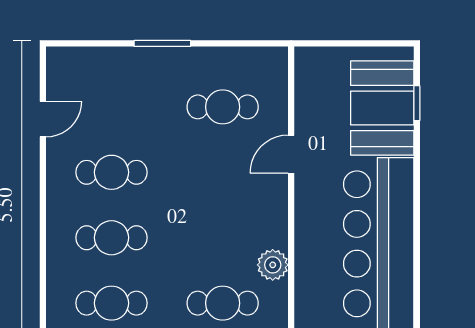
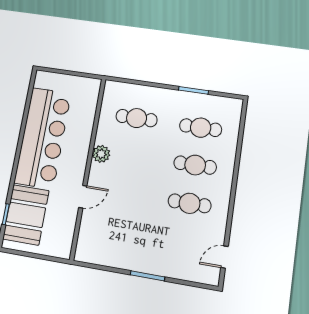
cafe table: (223, 107) -> (118, 231), removed
door: (43, 119) -> (225, 257), moved
plant: (273, 265) -> (101, 154), moved

